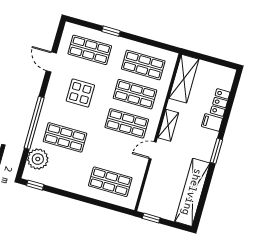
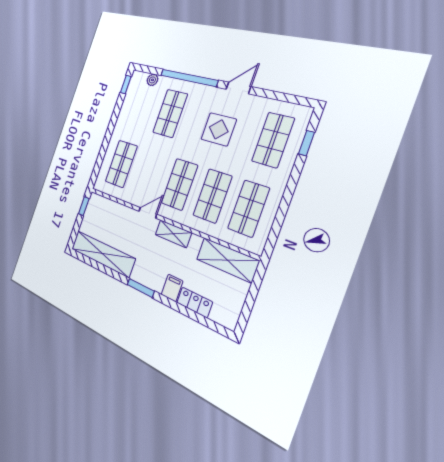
window: (111, 31) -> (306, 143), moved
door: (51, 62) -> (238, 88), moved
door: (153, 150) -> (148, 213), hinge flipped
plant: (38, 159) -> (152, 80), width x0.53, depth x0.53

